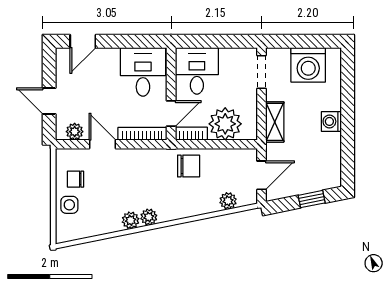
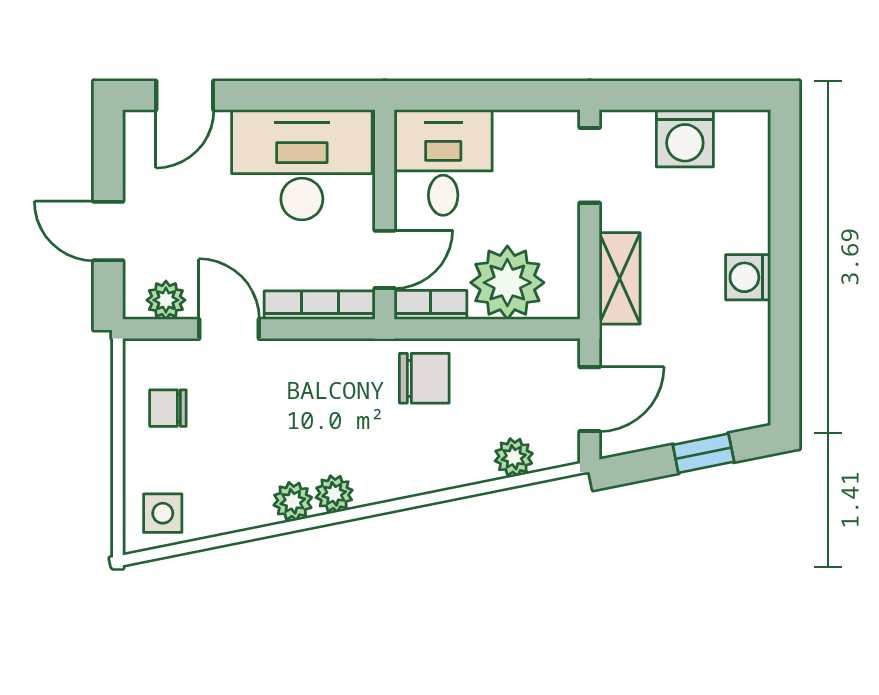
washing machine: (308, 65) -> (685, 138), width x0.73, depth x0.73
desk: (143, 72) -> (302, 165), width x1.37
side table: (69, 205) -> (163, 513), moved

